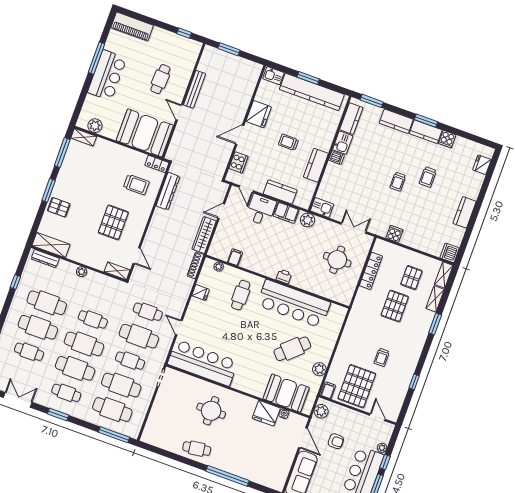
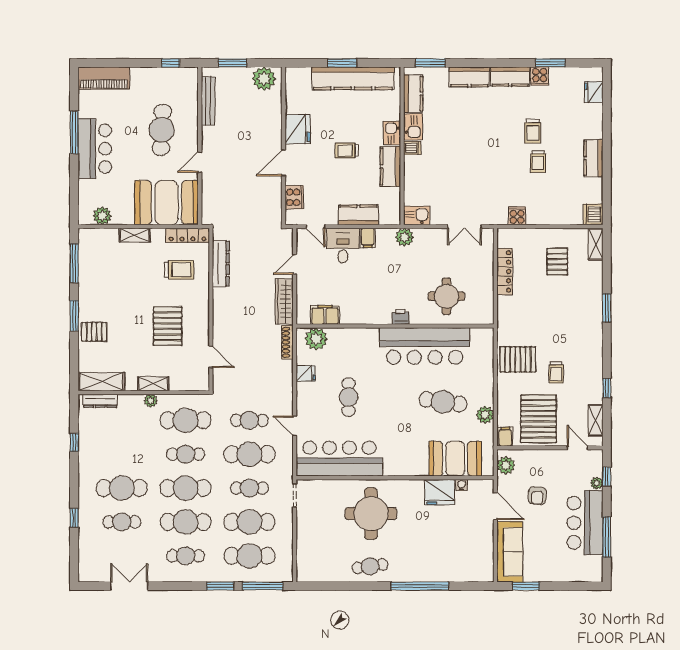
plant: (248, 69) -> (264, 79), added
kitchen sink: (273, 76) -> (392, 133), moved, turned 90
cafe table: (160, 79) -> (162, 130), width x1.37, depth x1.35
bench: (195, 89) -> (208, 101), moved
door: (179, 112) -> (200, 162), hinge flipped
window: (426, 121) -> (550, 63), moved
shelving: (84, 137) -> (135, 235), moved
locker: (157, 164) -> (187, 235), width x1.53
trolley: (398, 182) -> (538, 162), moved
filing cabinet: (286, 213) -> (368, 238), width x0.50
double door: (354, 228) -> (464, 226), swing flipped
filing cabinet: (235, 257) -> (325, 315), width x2.00
round table: (337, 260) -> (446, 296), moved
plant: (219, 267) -> (316, 339), width x1.88, depth x1.88
shelving: (117, 271) -> (153, 384), moved
cafe table: (241, 295) -> (349, 397), moved
shelving: (435, 299) -> (596, 420), moved
cafe table: (47, 303) -> (186, 420), moved
pallet: (395, 306) -> (518, 359), moved, turned 90
cafe table: (292, 349) -> (443, 402), turned 51
round table: (211, 411) -> (371, 514), width x1.36, depth x1.36
window: (58, 415) -> (220, 586), moved
armchair: (336, 441) -> (537, 496), turned 93
window: (385, 462) -> (607, 476), moved

